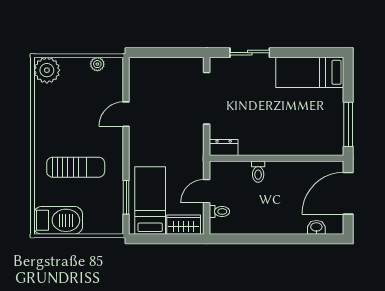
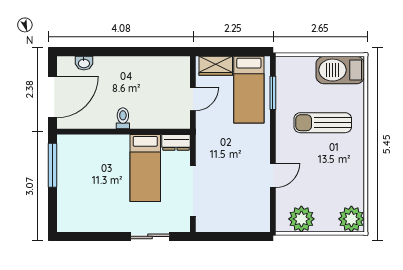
plant: (97, 64) -> (301, 219), width x1.87, depth x1.87
bed: (310, 72) -> (145, 168), moved, turned 90
toilet: (258, 172) -> (123, 118), moved
toilet: (219, 211) -> (180, 79), removed

